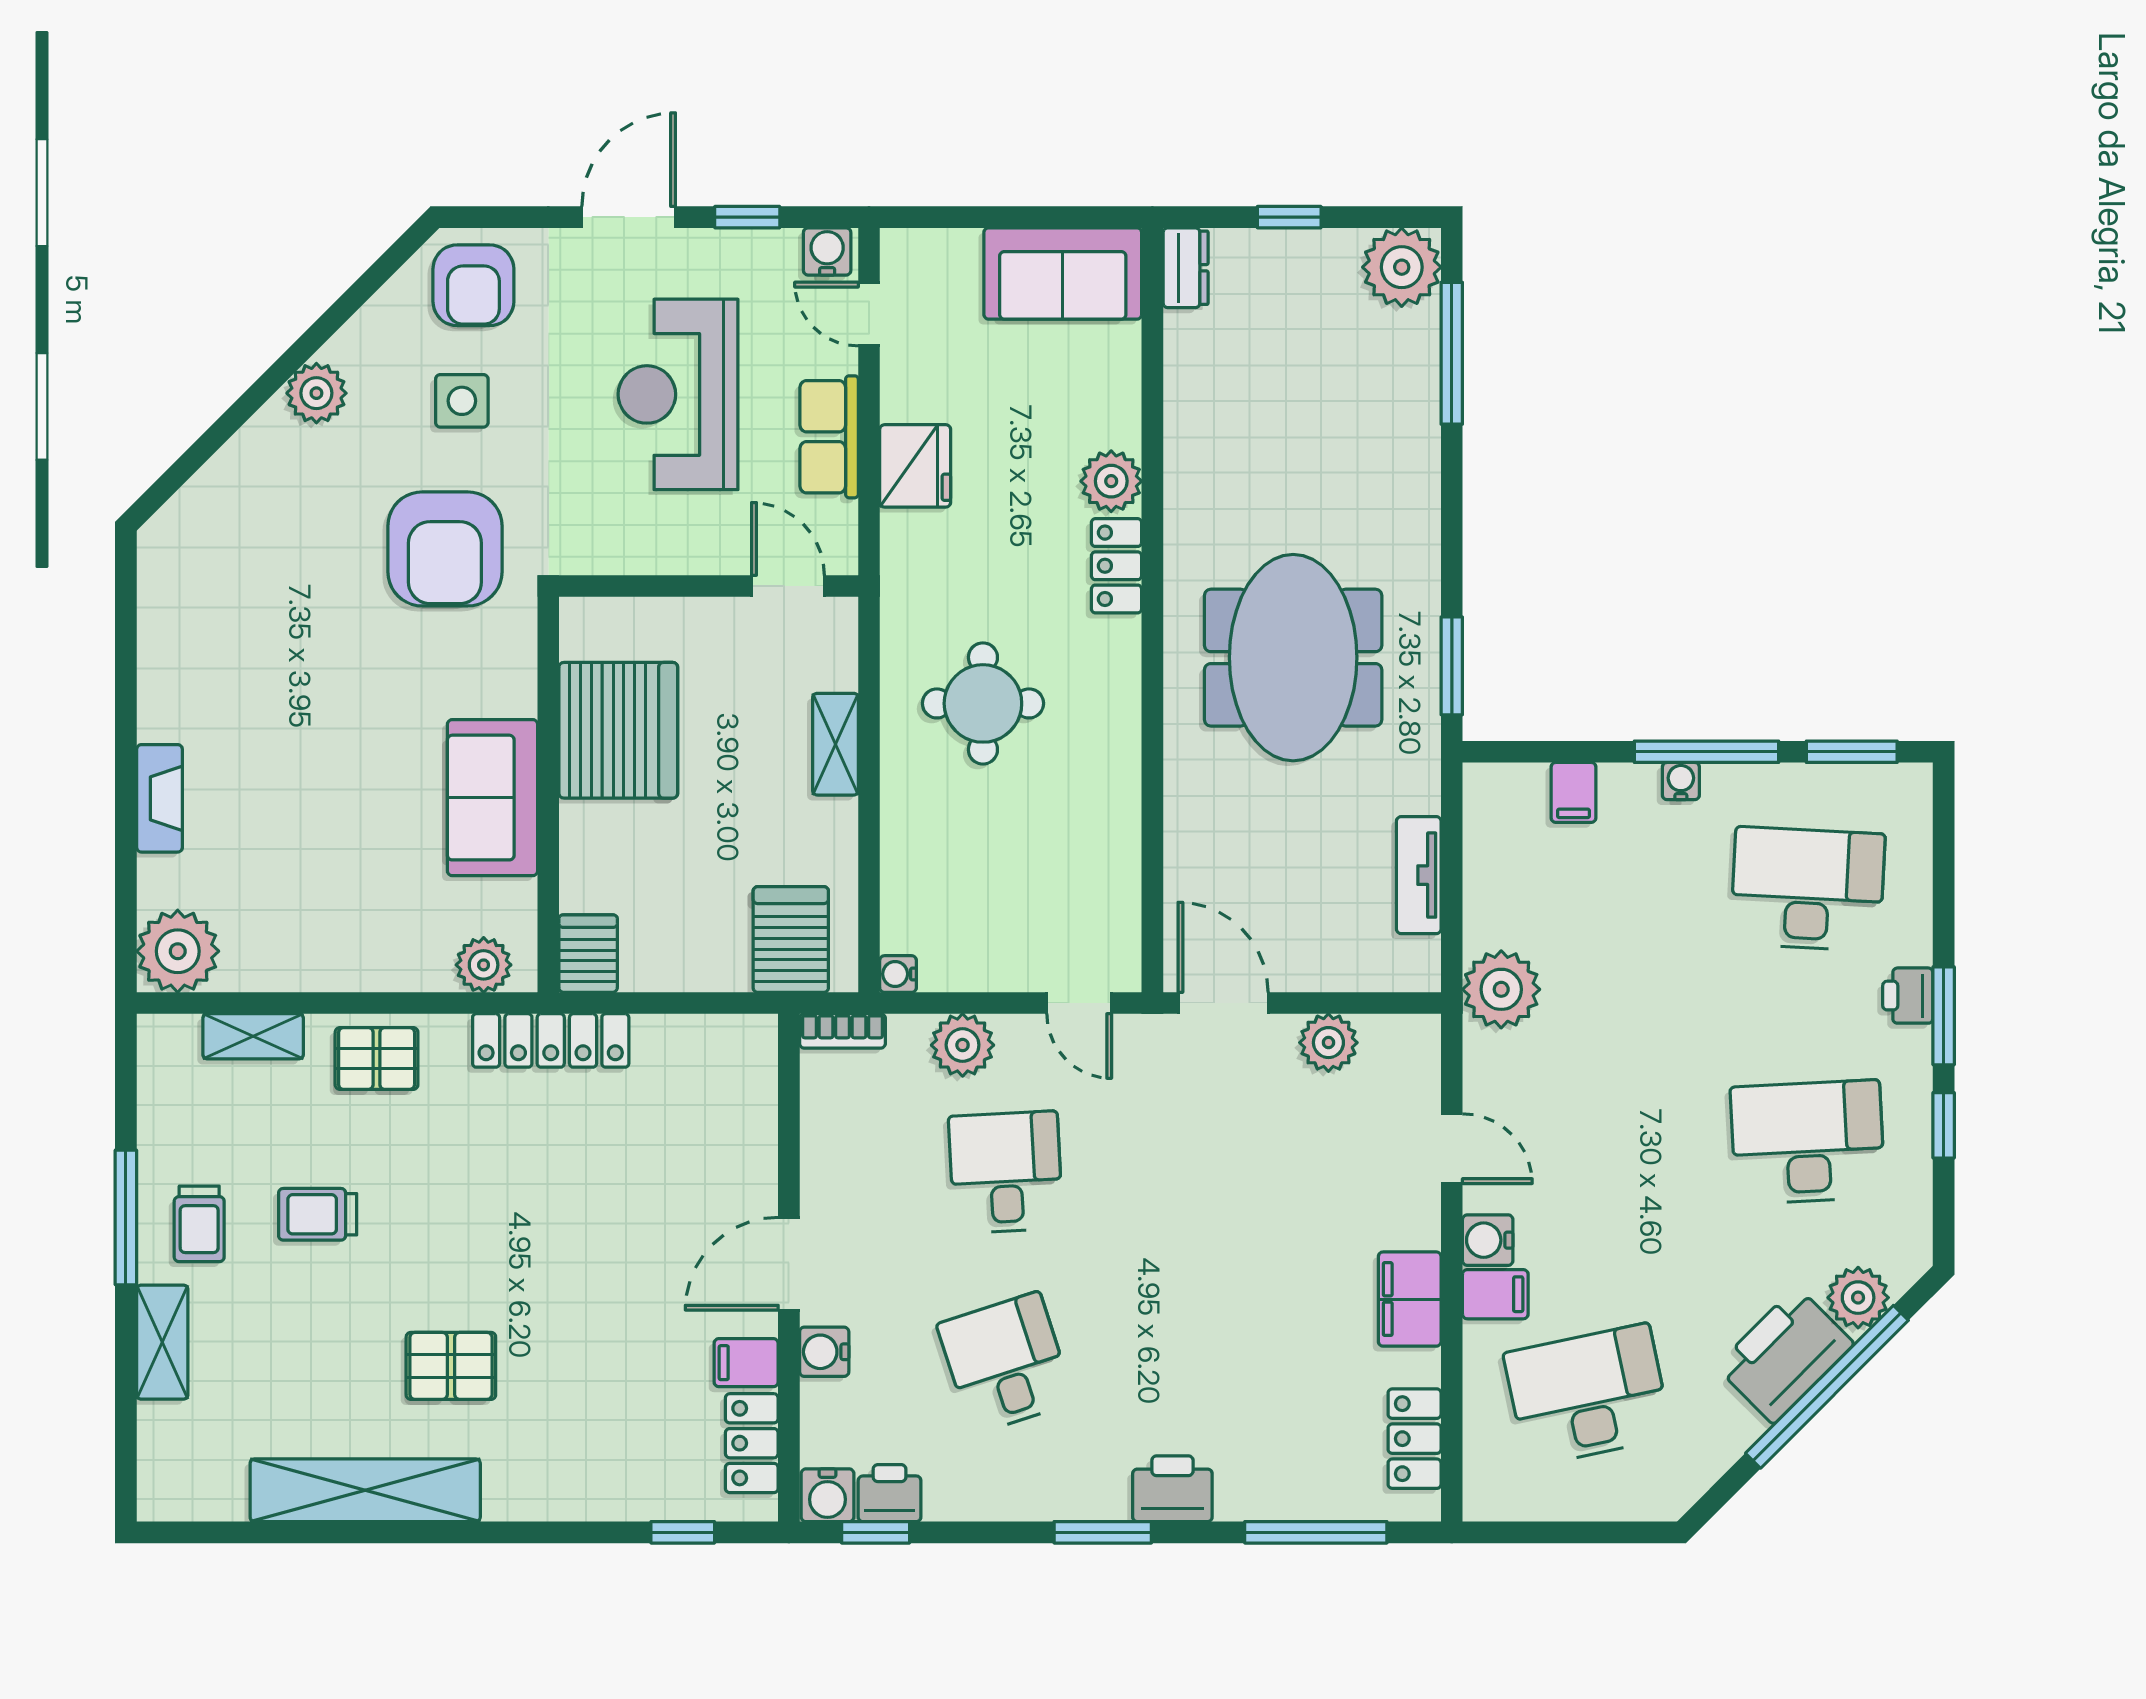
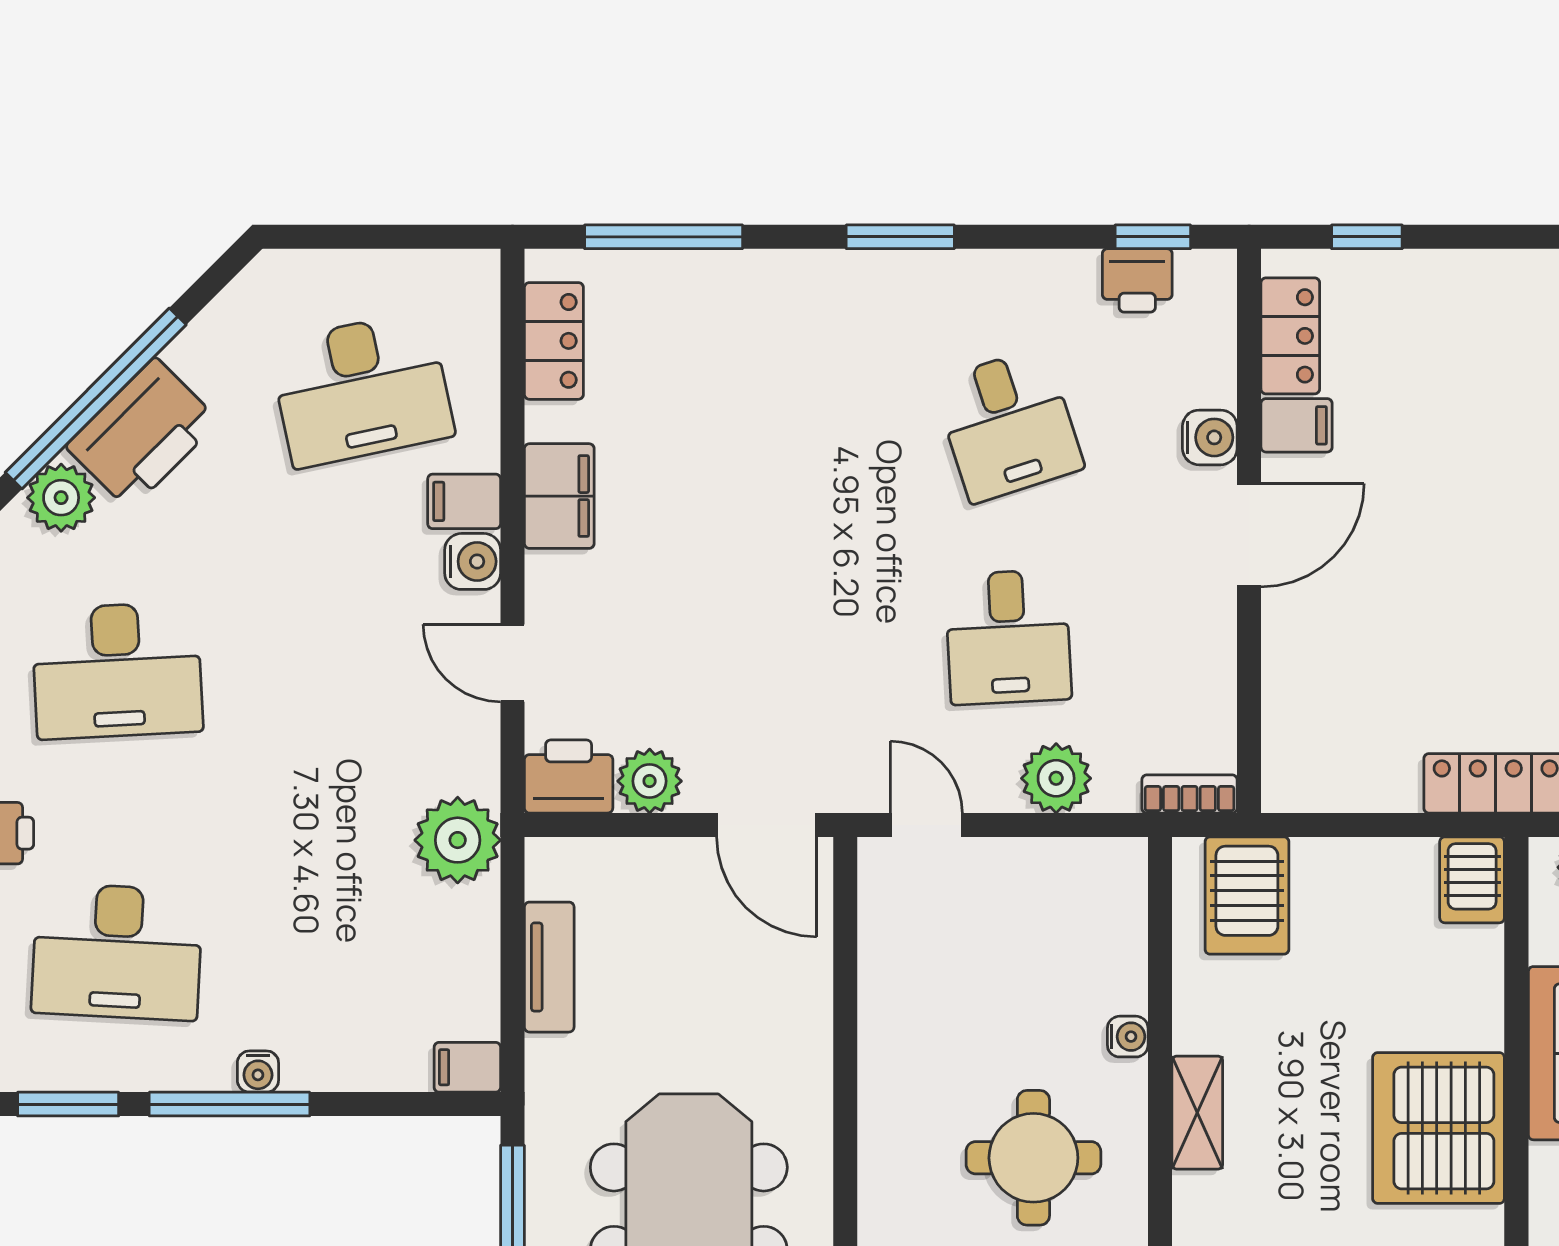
filing cabinet: (1573, 792) -> (467, 1067), moved, turned -90
water cooler: (898, 974) -> (1128, 1037), moved
printer: (1172, 1489) -> (569, 776), moved, turned 180
water cooler: (828, 1495) -> (1206, 278), removed

